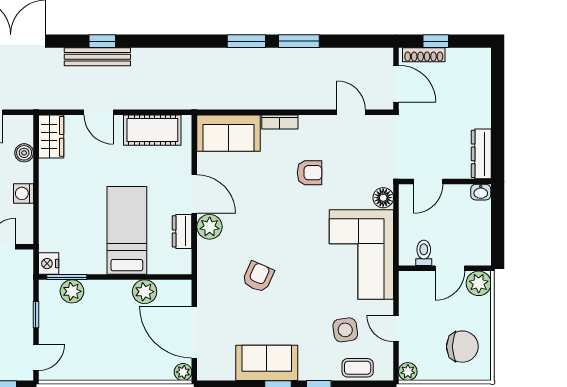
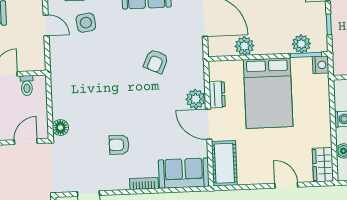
cot: (152, 130) -> (224, 163), moved, turned 90
bed: (127, 230) -> (268, 93), width x1.50
corner sofa: (361, 255) -> (76, 82), removed

